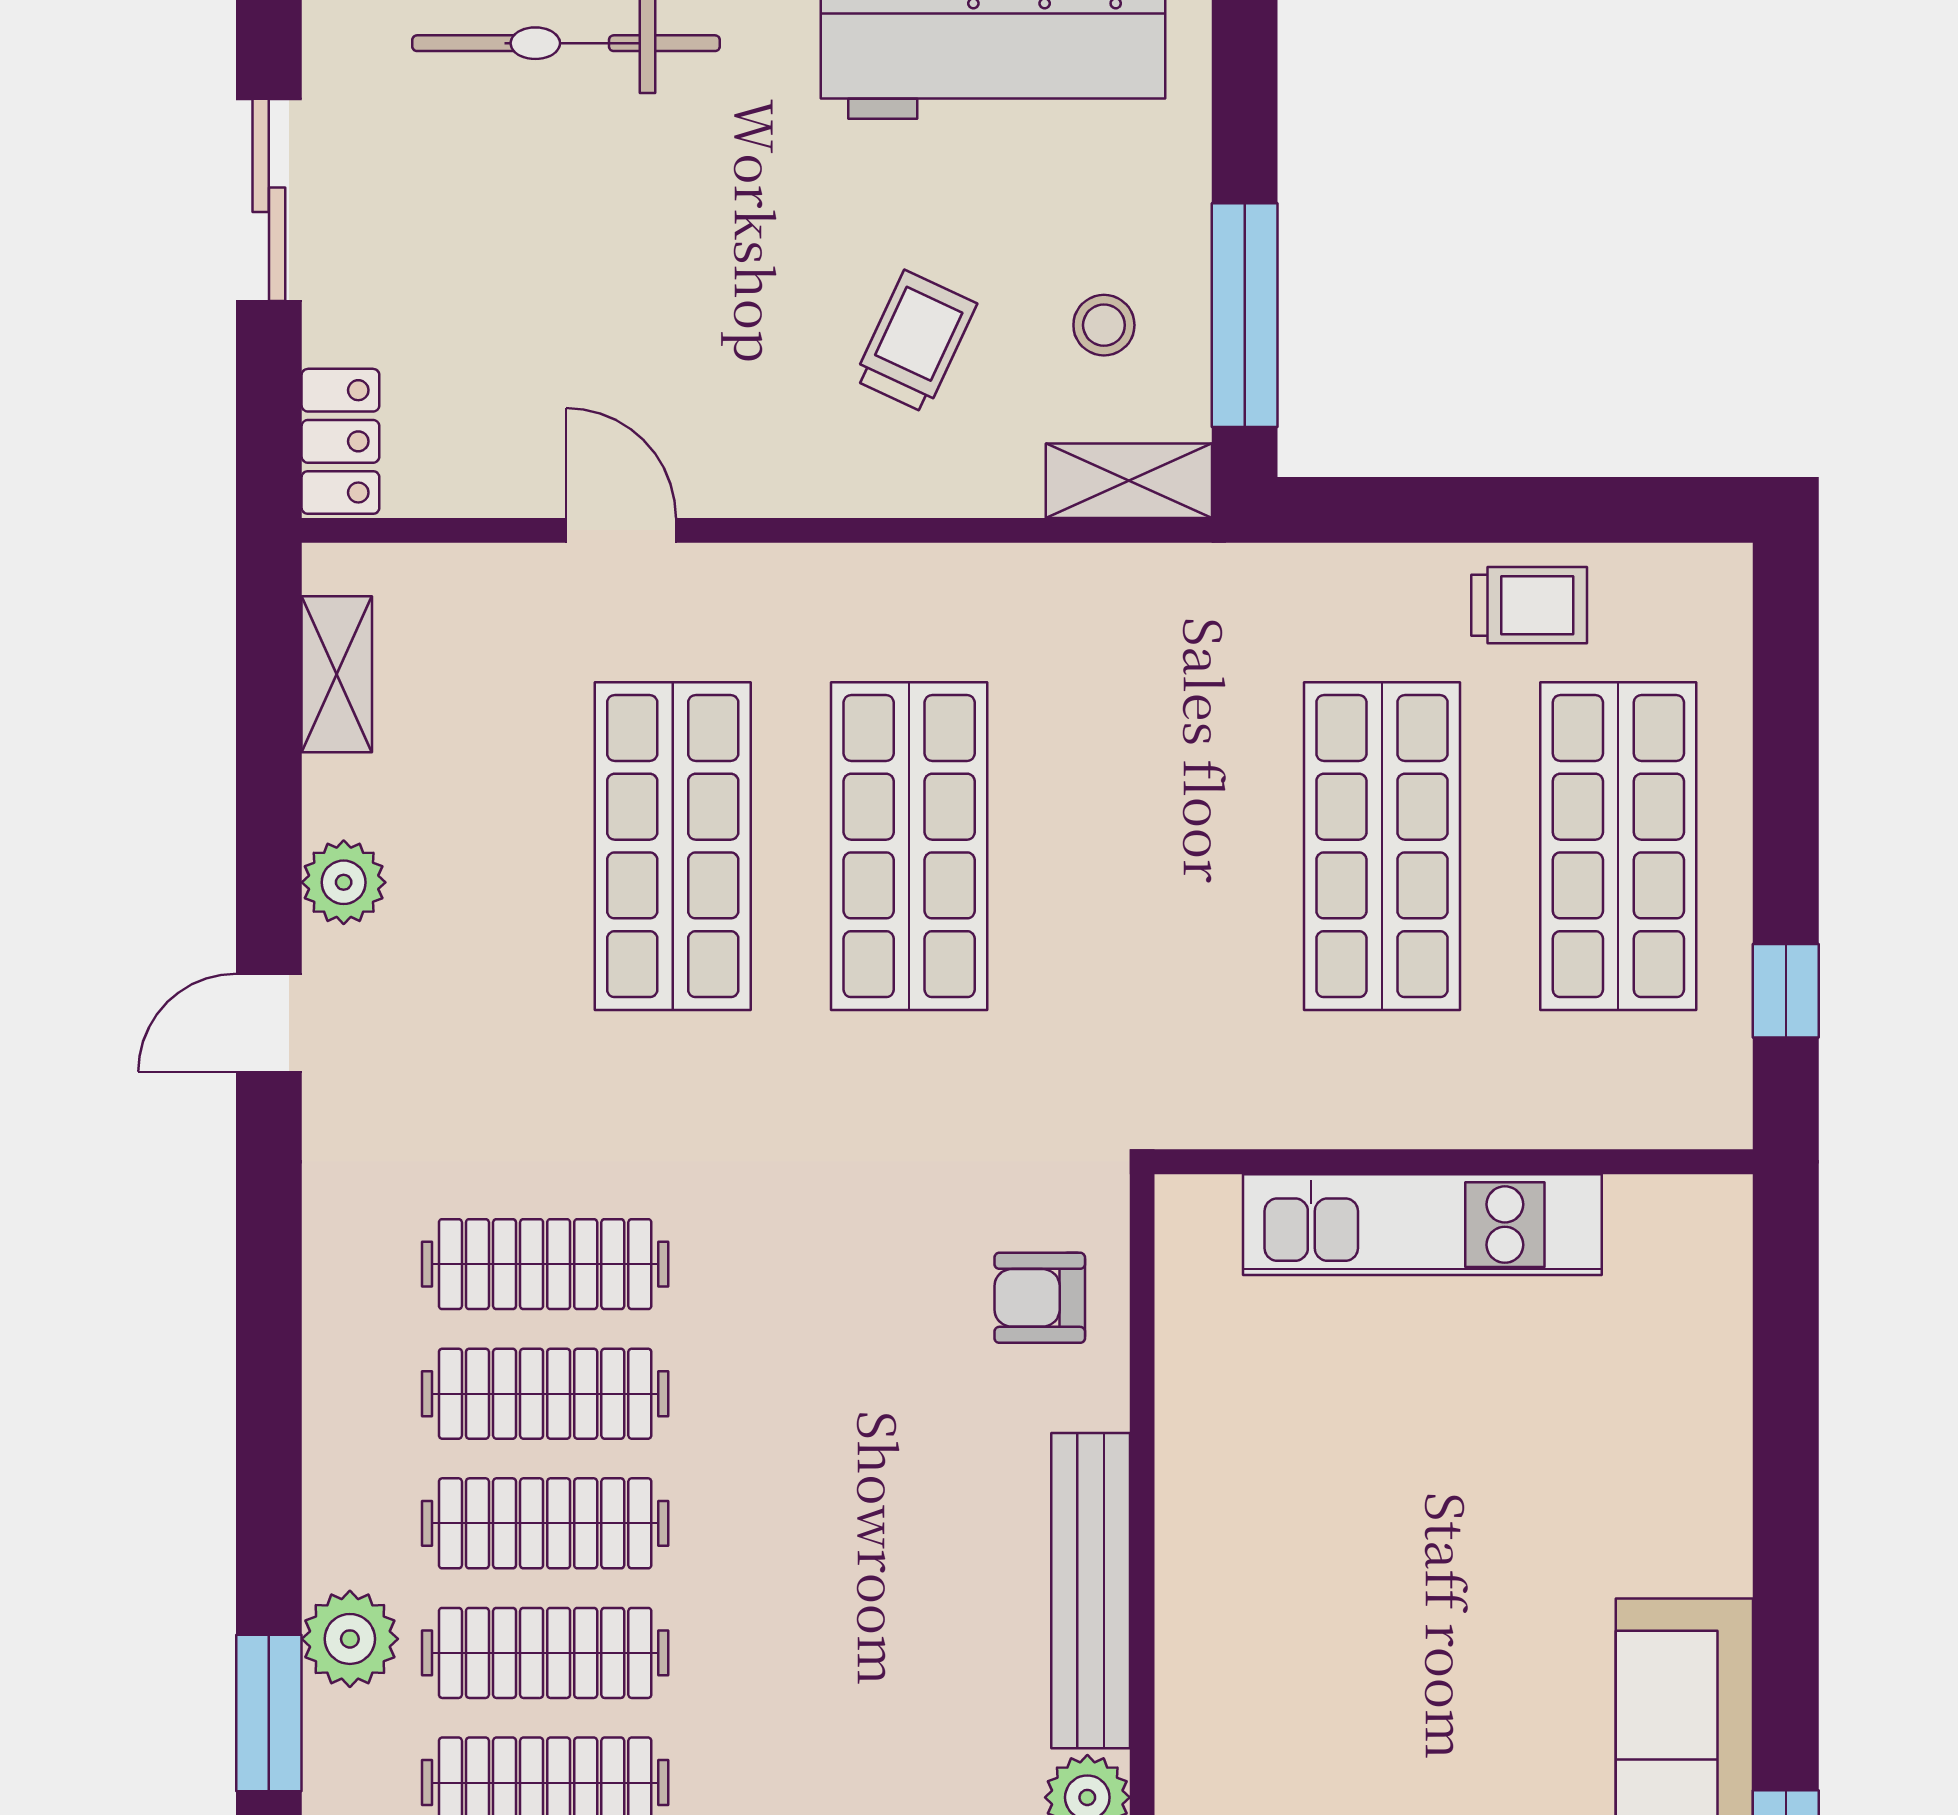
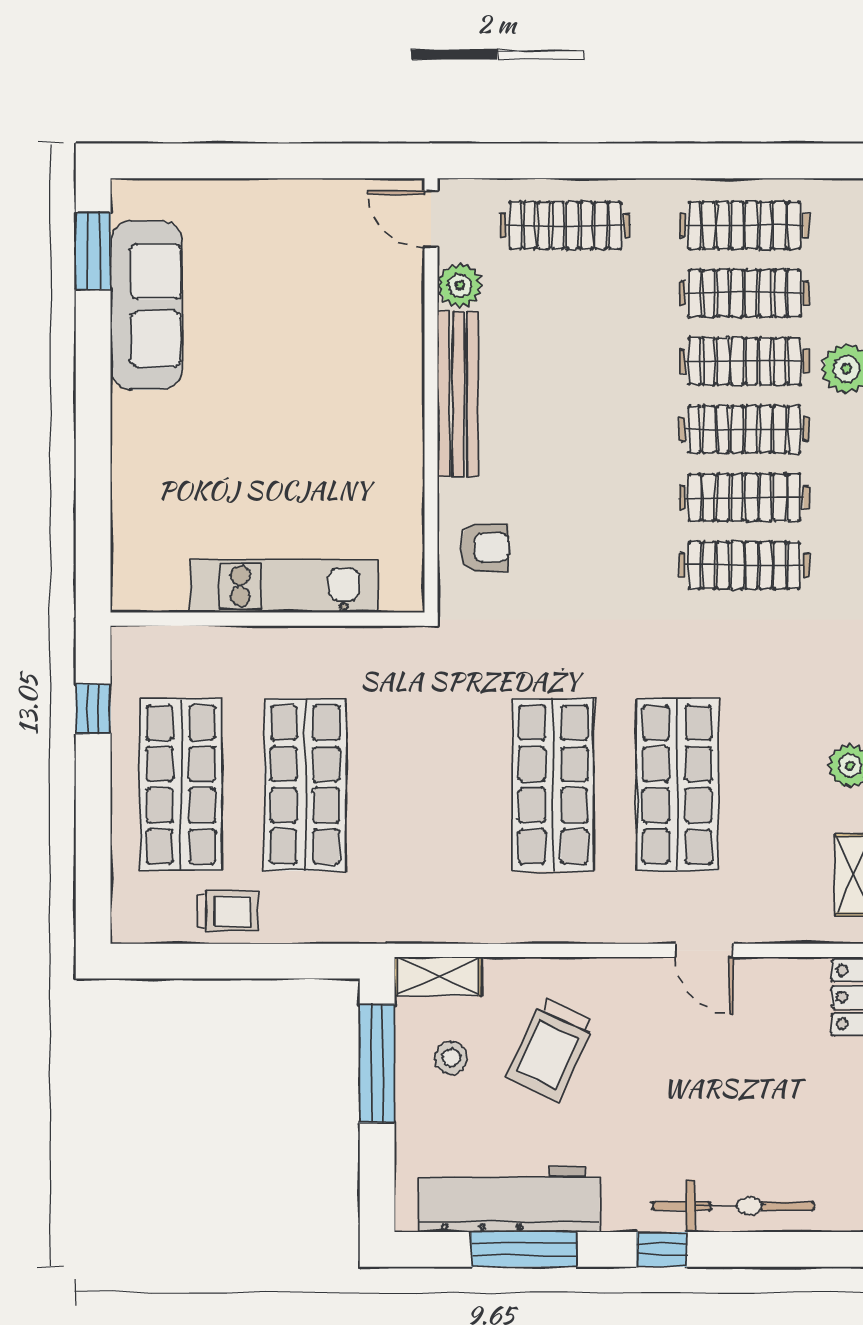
trolley: (915, 342) -> (550, 1049), width x1.36, depth x1.39
trolley: (1529, 605) -> (228, 911), turned 180

